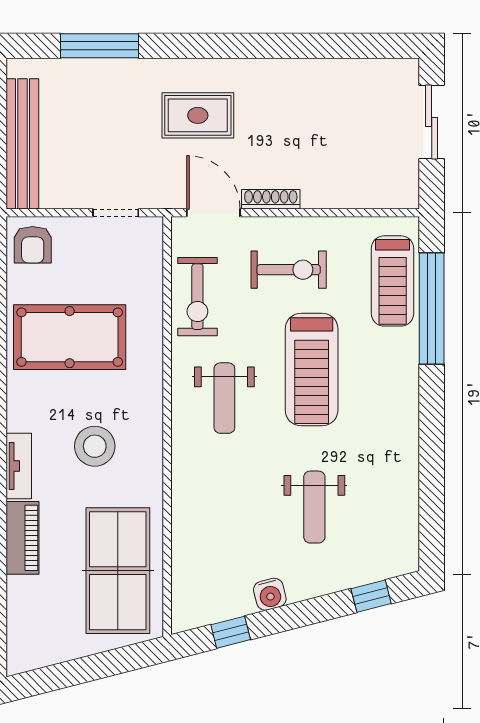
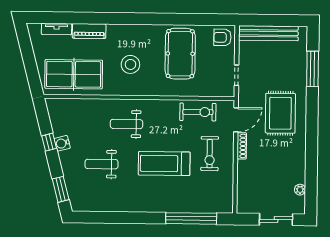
plant: (365, 70) -> (300, 190), added
rug: (198, 115) -> (280, 113), width x1.36, depth x1.43
treadmill: (393, 281) -> (204, 201), removed
exercise bike: (197, 297) -> (198, 112), turned 180
weight bench: (224, 398) -> (126, 124), moved
tv unit: (19, 466) -> (56, 29), moved
window: (371, 596) -> (61, 189), width x1.50
window: (231, 632) -> (49, 142), moved

